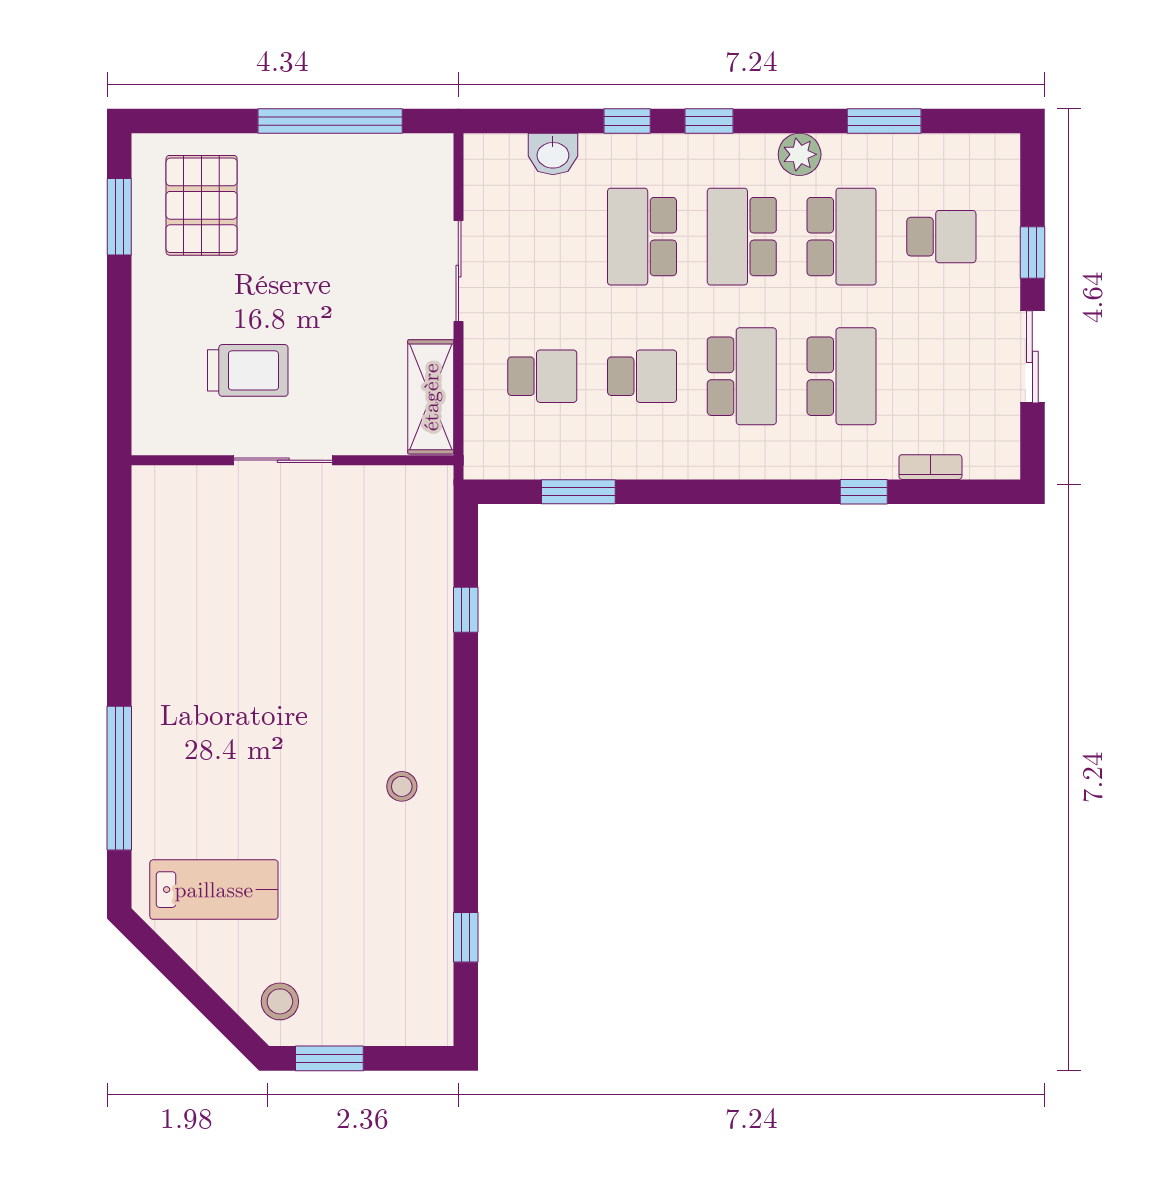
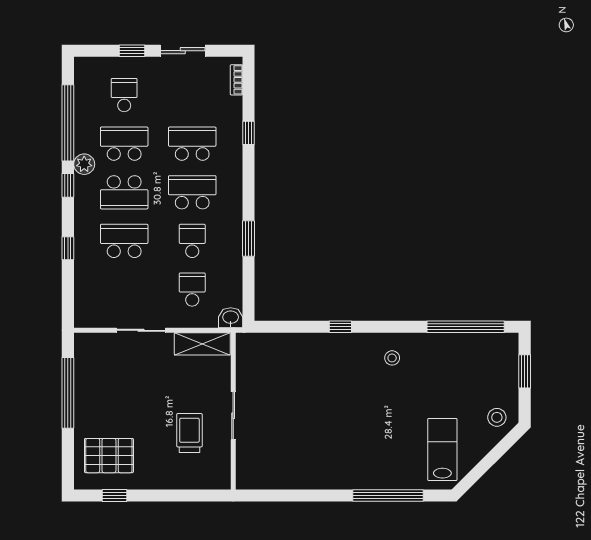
window: (709, 121) -> (68, 185), moved
window: (884, 121) -> (68, 123), width x2.11
washbasin: (553, 154) -> (231, 318), moved, turned -90
window: (119, 217) -> (115, 496), width x0.67
school desk: (642, 237) -> (124, 241), turned 180
bookcase: (930, 467) -> (236, 80), moved
window: (578, 492) -> (249, 239), moved
window: (466, 610) -> (340, 327), moved
window: (466, 937) -> (466, 327), width x3.17
window: (329, 1058) -> (525, 371), moved

